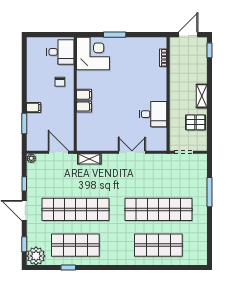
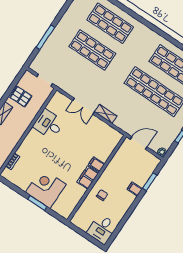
desk: (60, 52) -> (102, 229), moved, turned -90
corner desk: (93, 53) -> (46, 188), moved, turned 90
filing cabinet: (84, 95) -> (88, 177), width x2.00
door: (58, 152) -> (139, 143), swing flipped
shelving: (89, 159) -> (106, 114), moved
shop shelf: (158, 209) -> (92, 50), width x0.71

